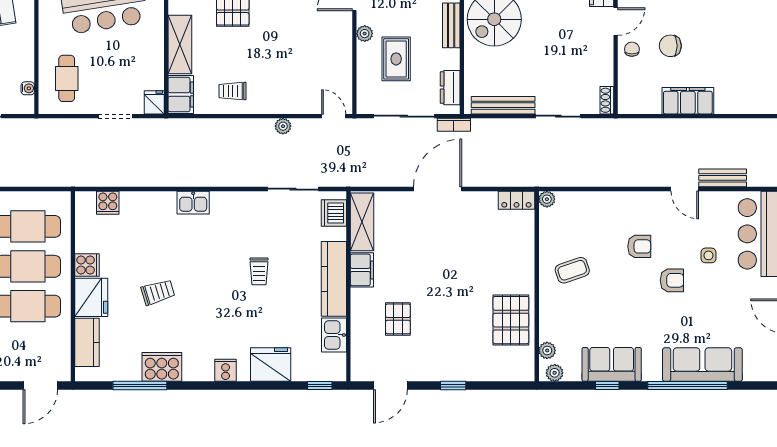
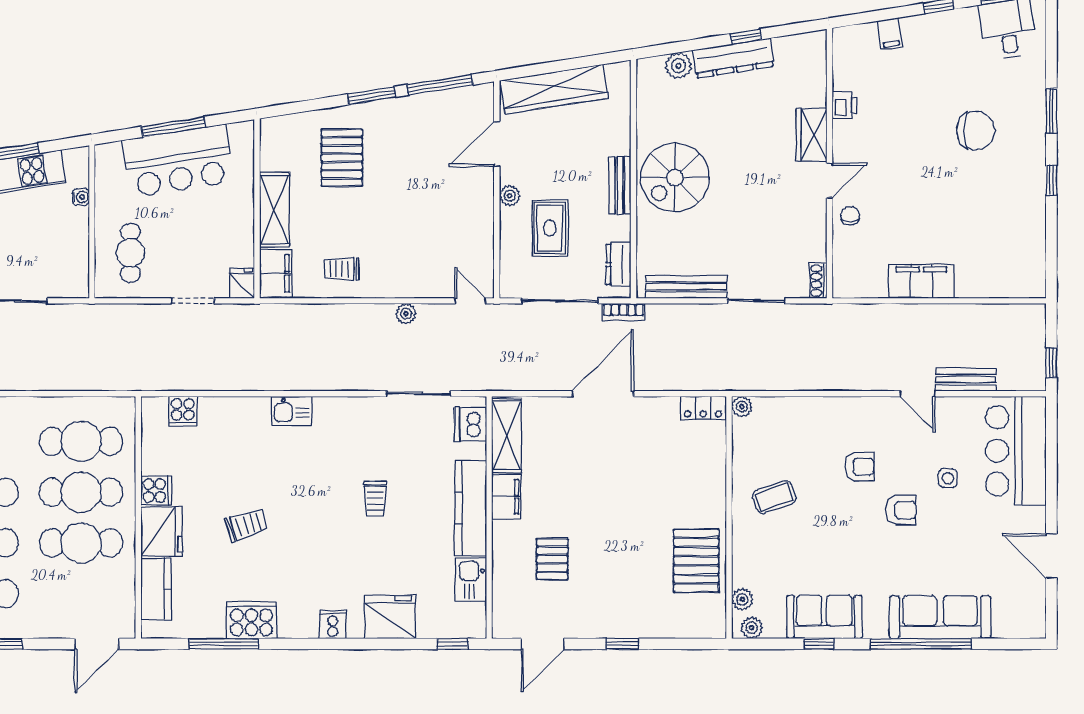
chair: (670, 46) -> (899, 211), removed
water cooler: (28, 88) -> (81, 197), moved

